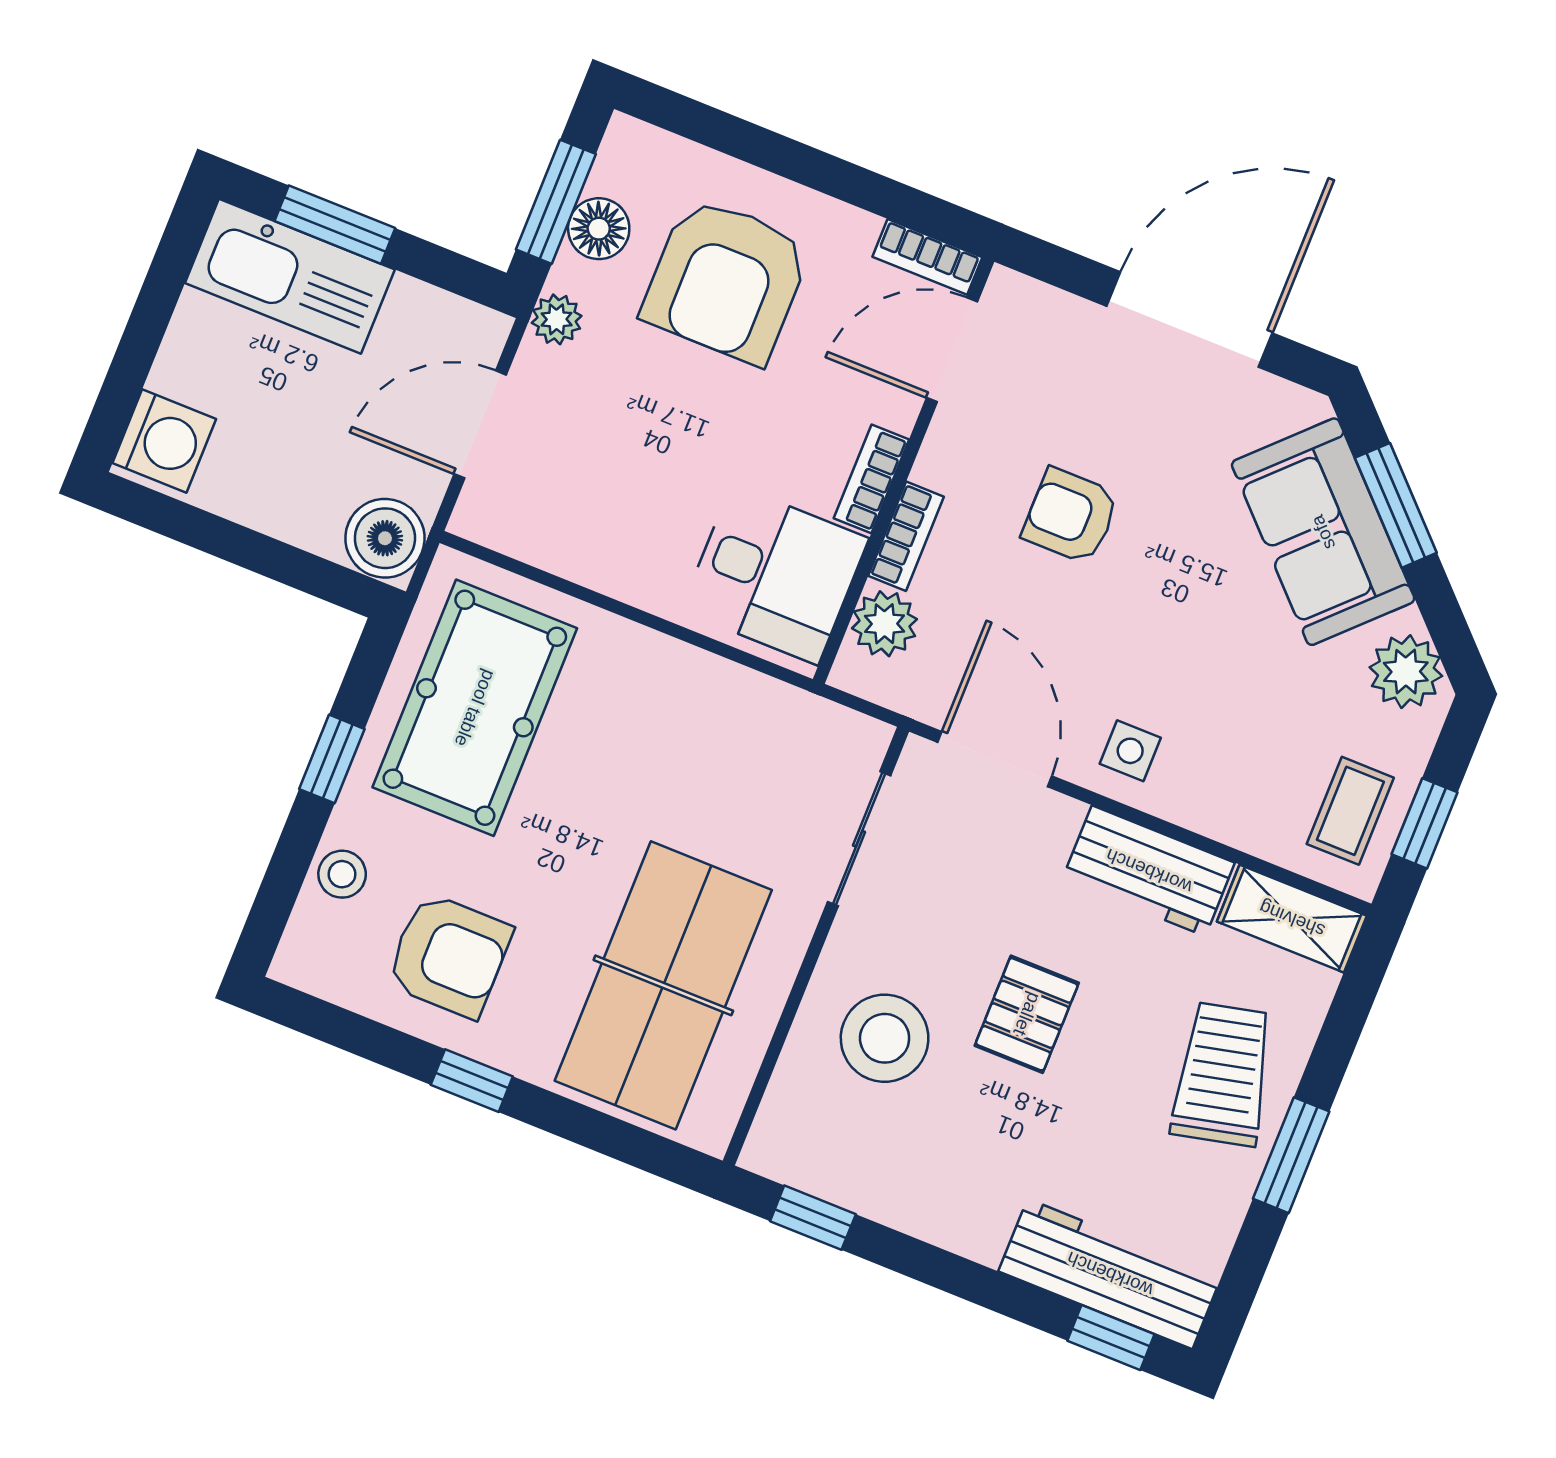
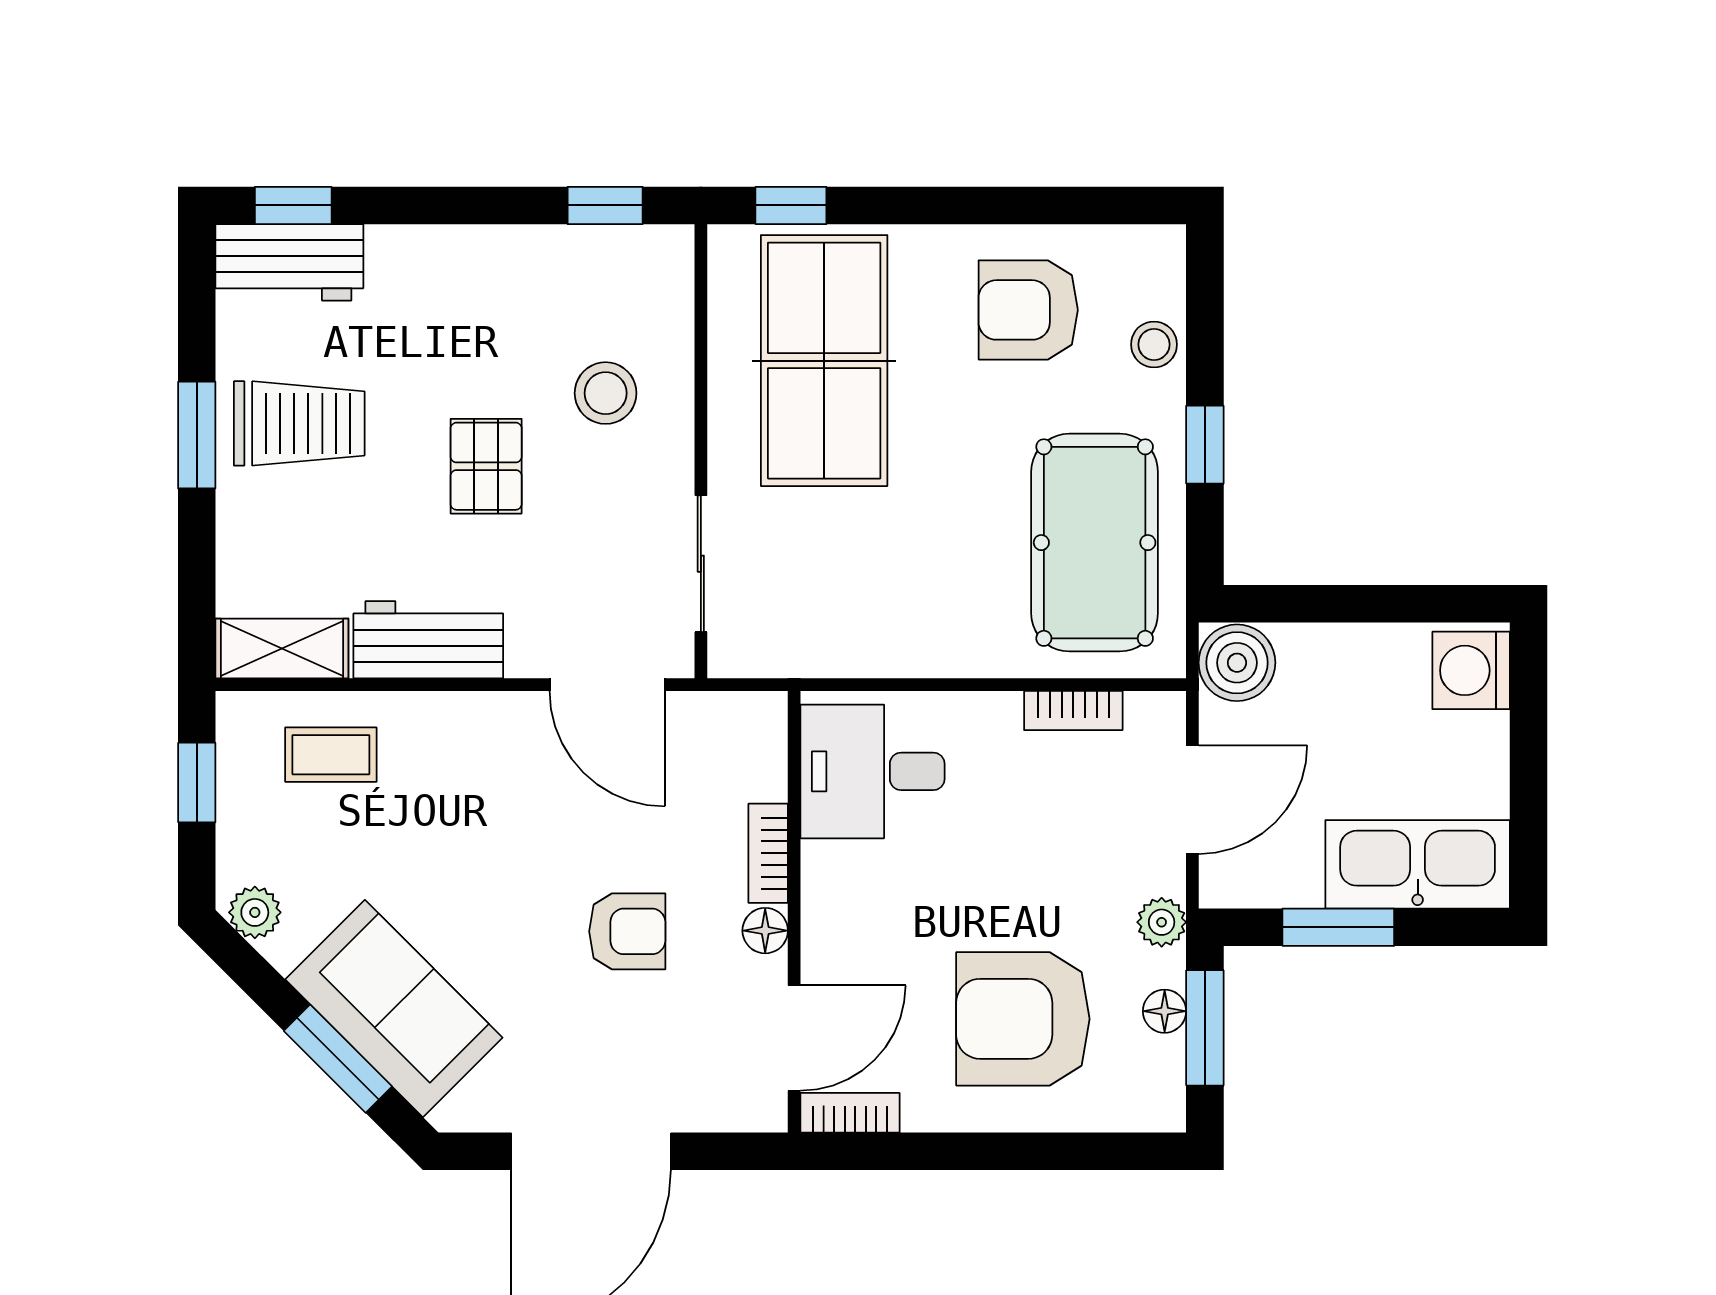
window: (335, 225) -> (1338, 927), moved
floor lamp: (599, 229) -> (1165, 1011), width x0.73, depth x0.73
armchair: (726, 280) -> (1023, 1019), turned -90
floor lamp: (938, 464) -> (765, 931), added
bookcase: (871, 479) -> (1073, 711), moved, turned 90
plant: (884, 624) -> (756, 767), removed
plant: (1406, 672) -> (255, 912), width x0.73, depth x0.73
side table: (1130, 751) -> (488, 741), removed
coffee table: (1350, 811) -> (331, 755), moved, turned 90
stool: (885, 1038) -> (606, 393), width x0.73, depth x0.73
trolley: (1223, 1074) -> (299, 423), moved, turned -77
window: (472, 1081) -> (791, 205), moved
workbench: (1110, 1274) -> (289, 262), width x0.73

